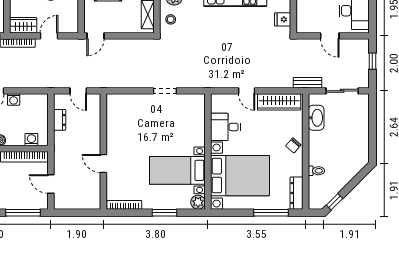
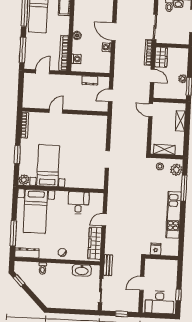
bed with nightstands: (240, 176) -> (35, 211), width x0.73

